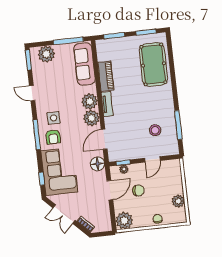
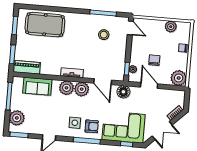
sofa: (84, 64) -> (37, 86), width x0.73
piano: (106, 76) -> (27, 67), moved
door: (152, 159) -> (130, 28), moved

